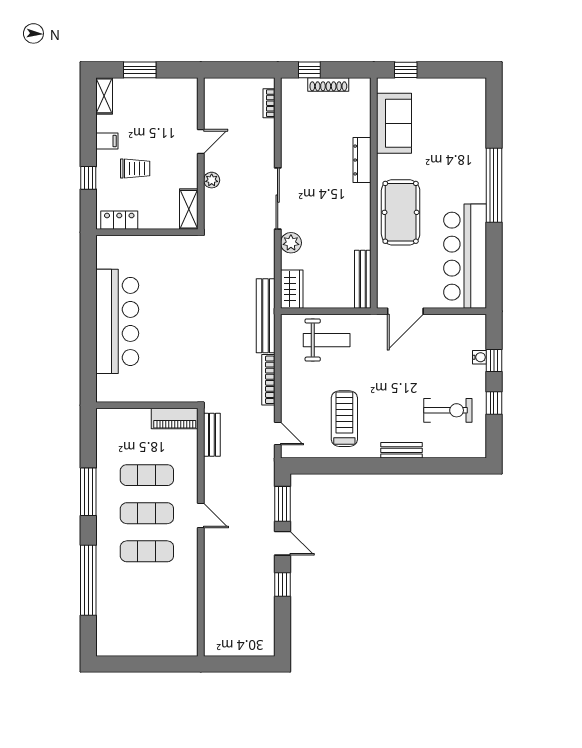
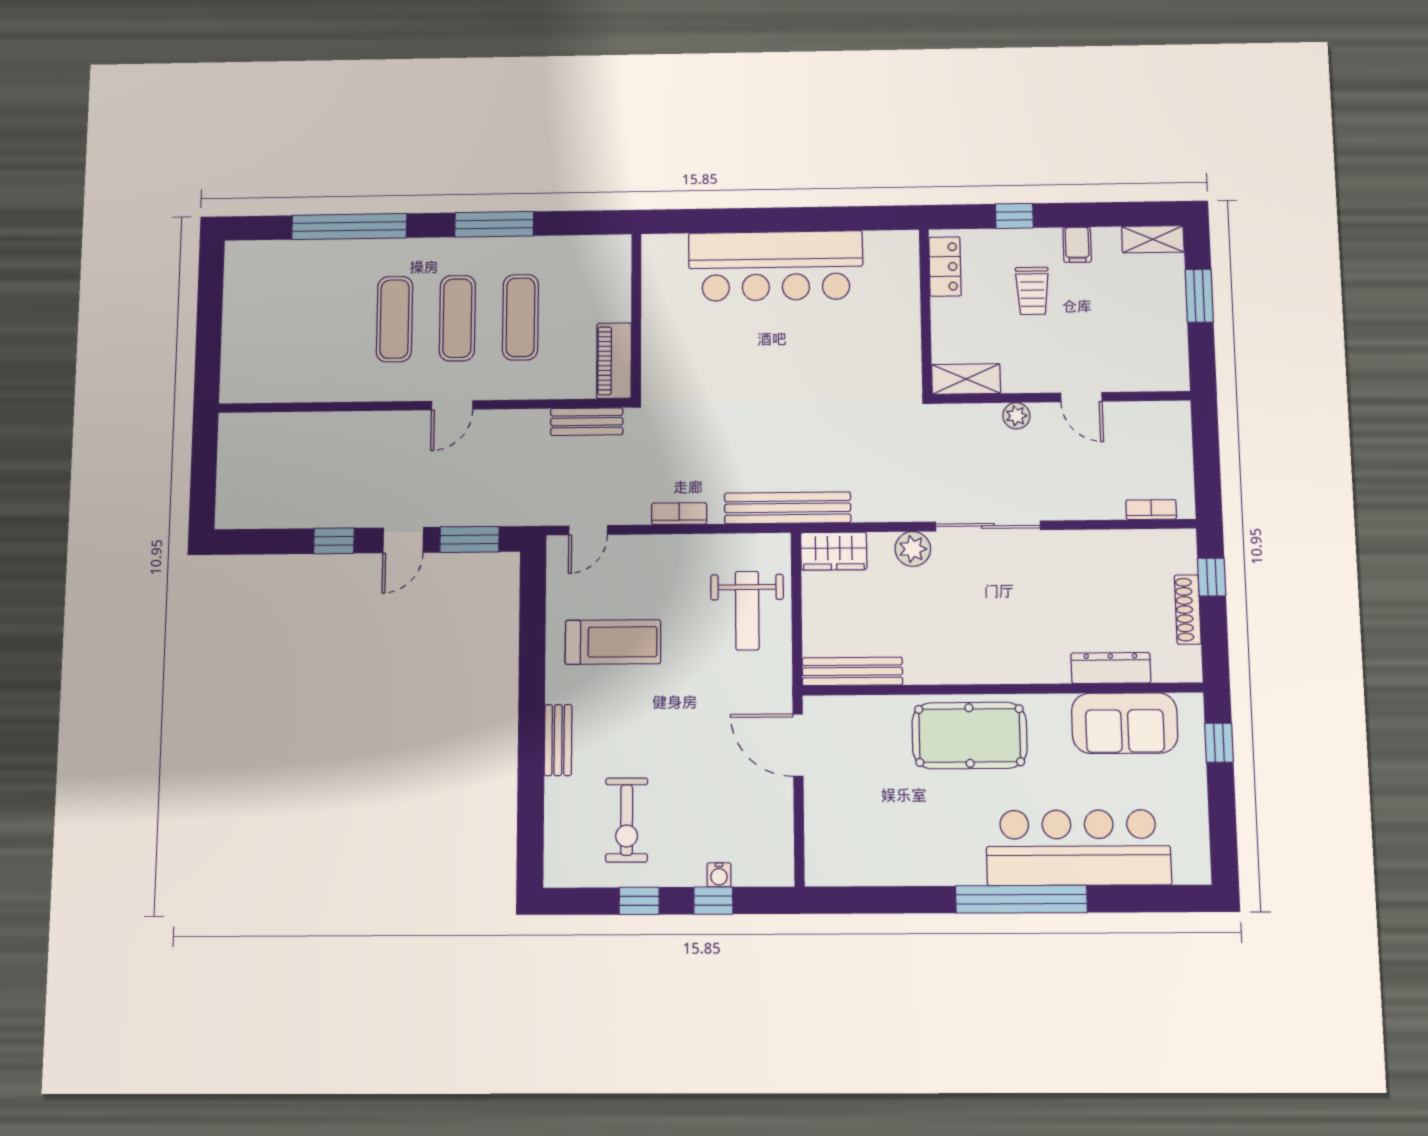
dresser: (362, 160) -> (1111, 668), moved
bar counter: (465, 256) -> (1078, 848), moved
bookcase: (268, 380) -> (679, 514), width x0.64

